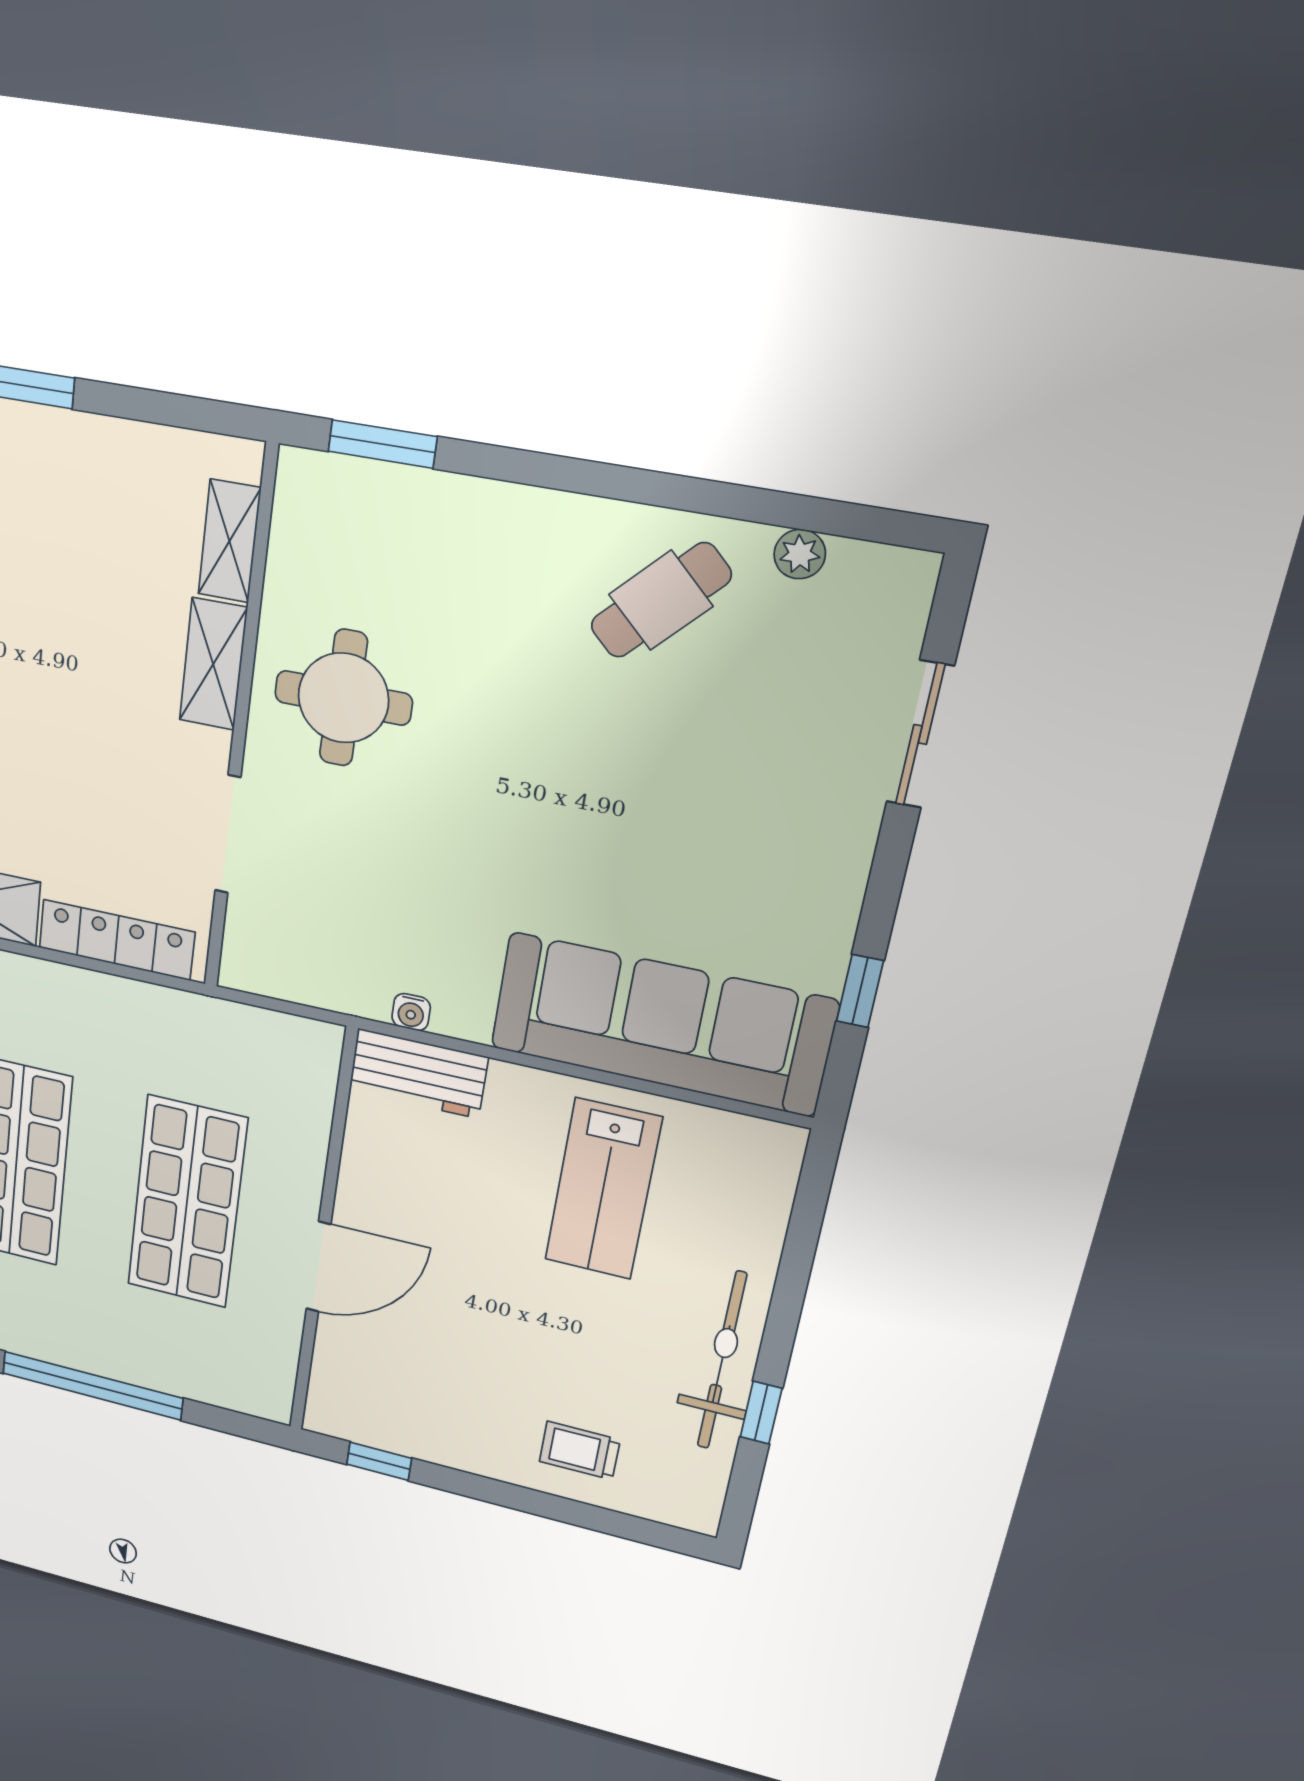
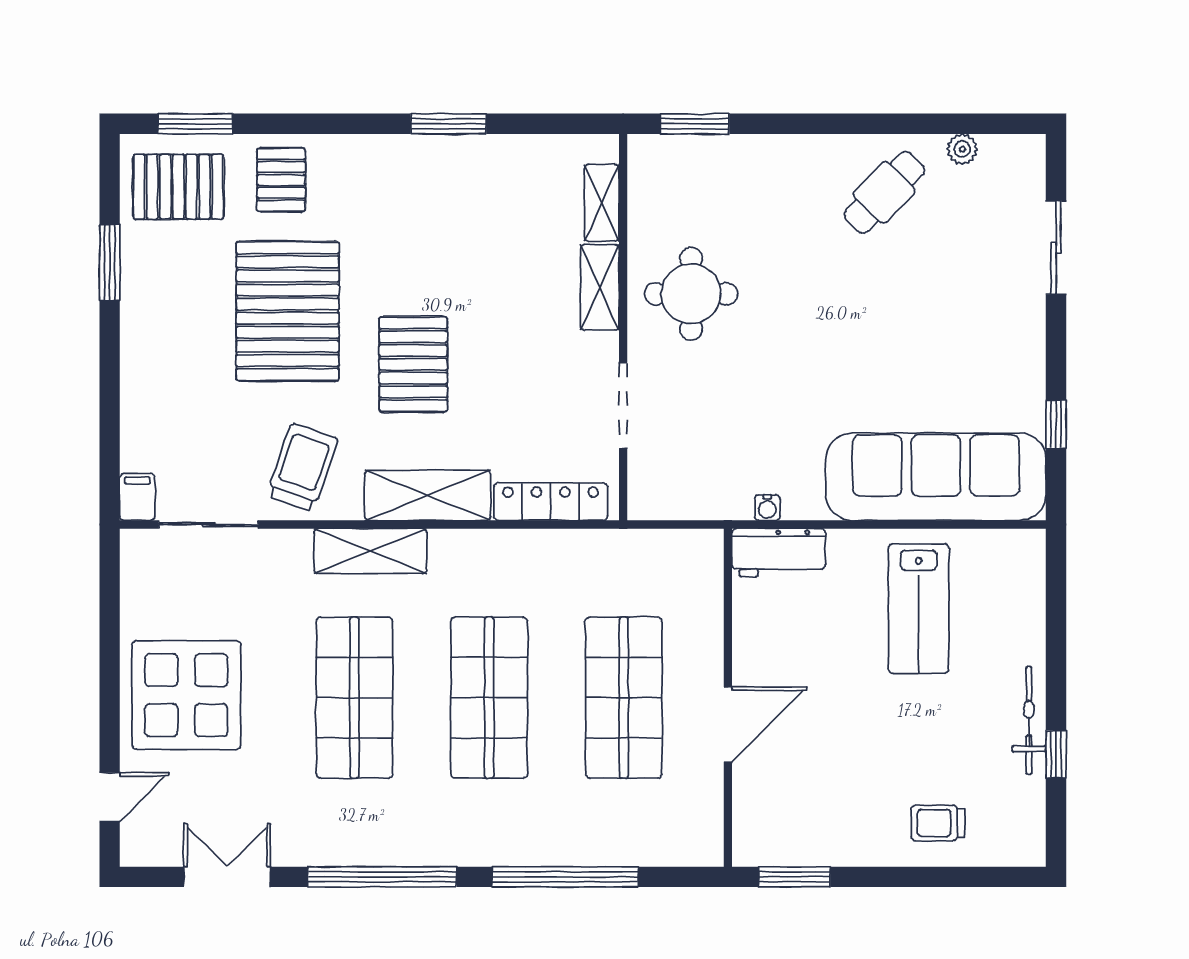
bicycle: (722, 1361) -> (1029, 720), width x0.73, depth x0.71
window: (379, 1461) -> (794, 877), width x1.50

